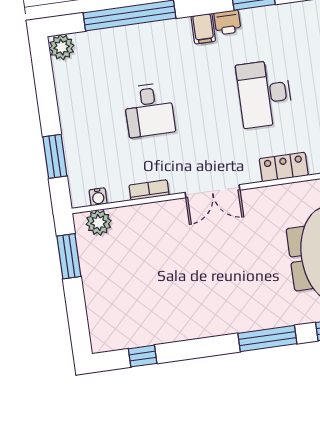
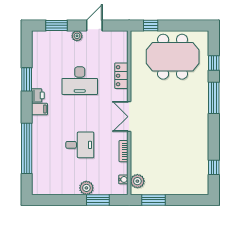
plant: (62, 47) -> (86, 188), moved
double door: (212, 191) -> (129, 117), swing flipped

